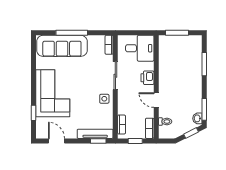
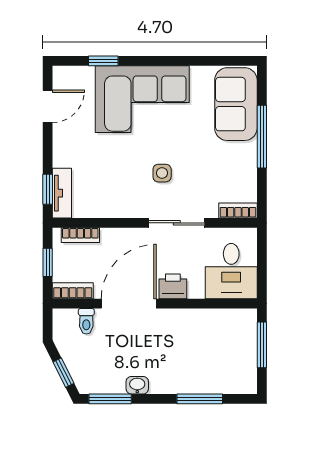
sofa: (62, 46) -> (236, 104), width x0.73
side table: (104, 99) -> (162, 173), moved
door: (156, 100) -> (129, 304), width x1.87
washbasin: (197, 118) -> (137, 385), moved
tv unit: (95, 134) -> (62, 193), width x0.71

